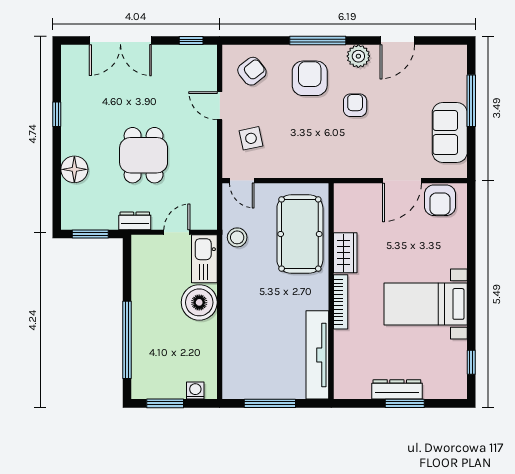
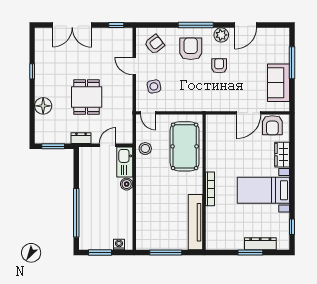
wardrobe: (345, 253) -> (282, 155), moved, turned 180
boiler: (199, 302) -> (127, 184), width x0.54, depth x0.54
dresser: (397, 389) -> (260, 244), moved

